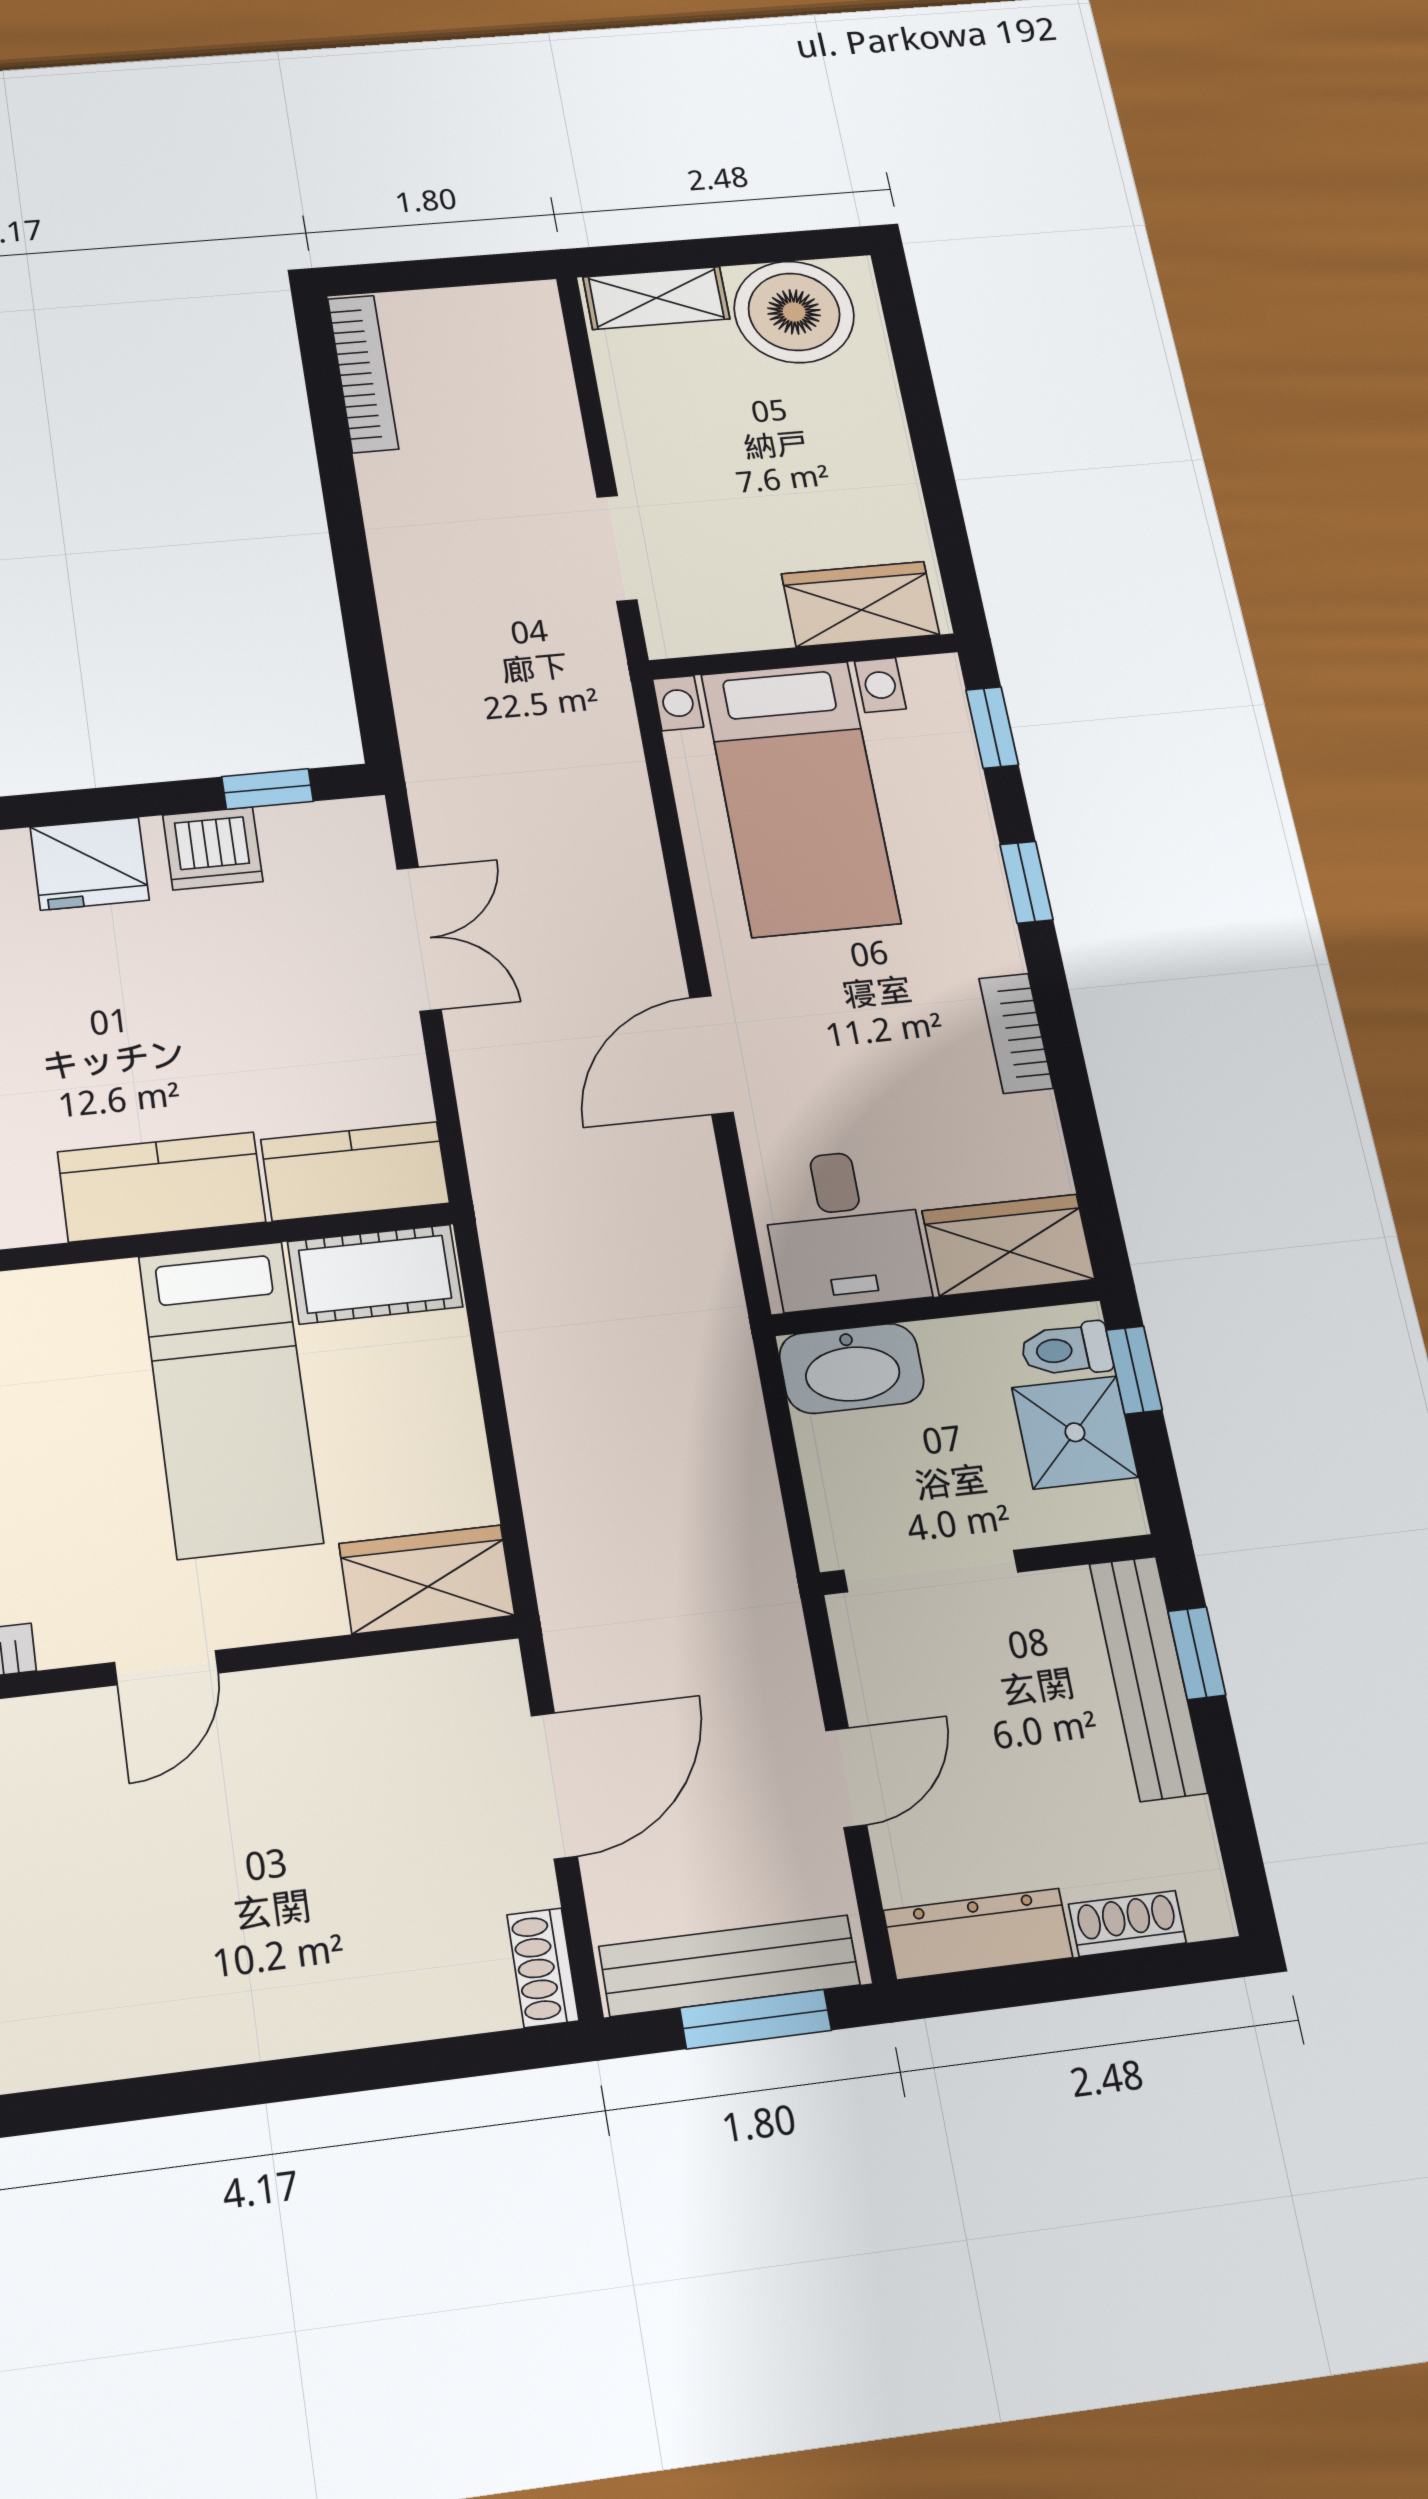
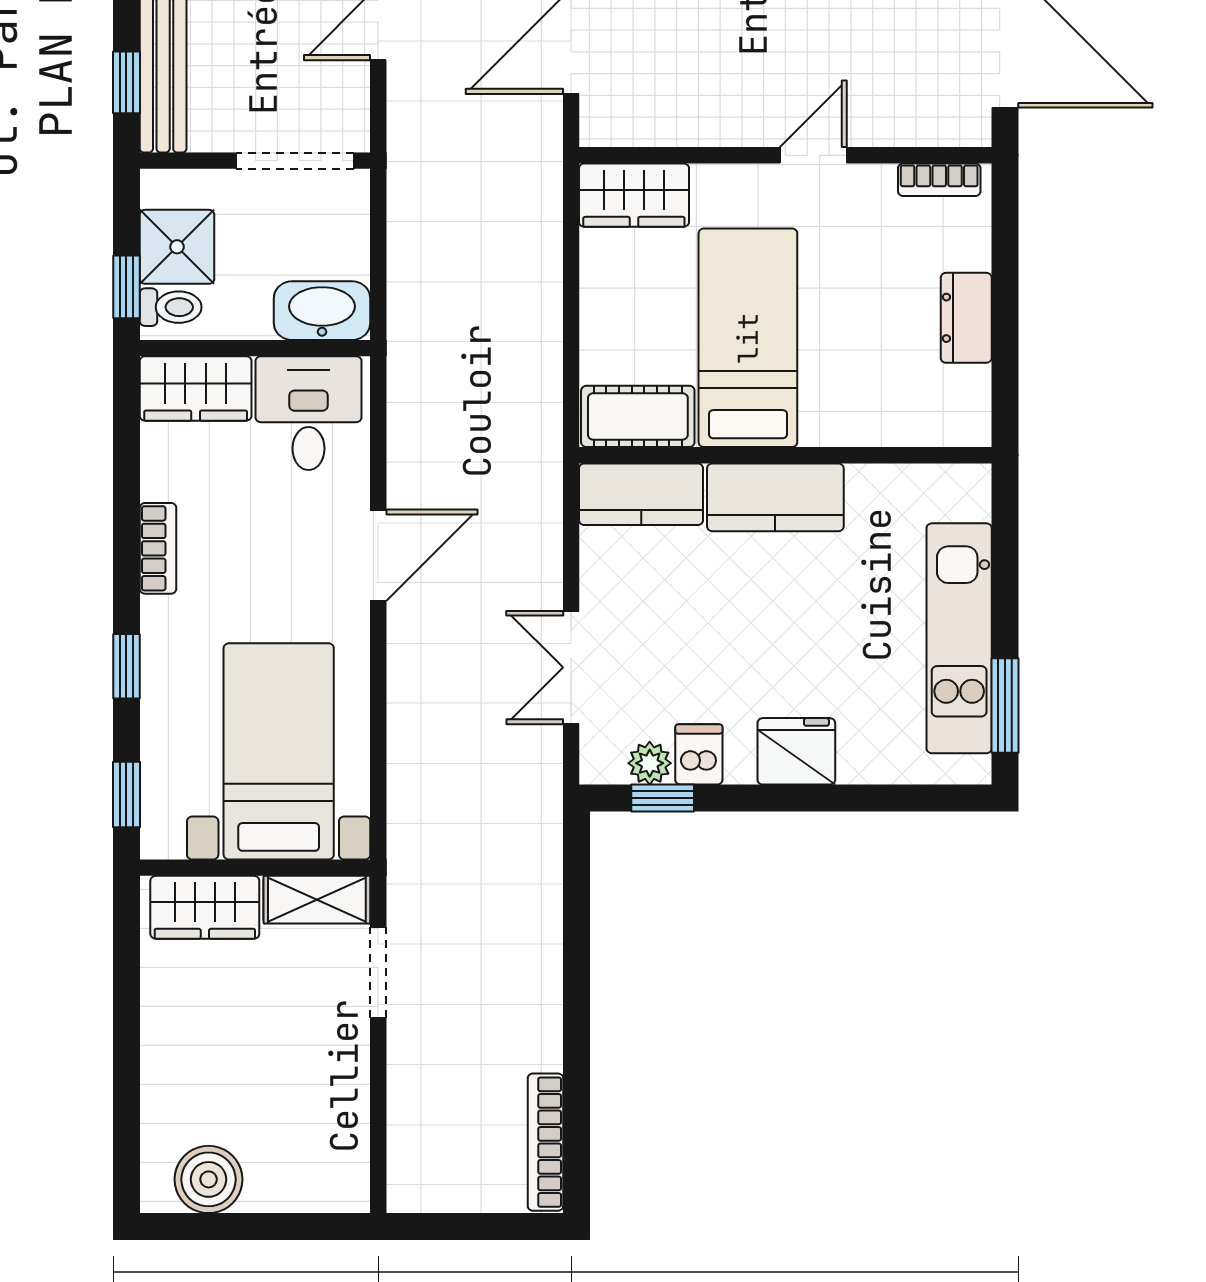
shelving: (656, 298) -> (317, 900), moved
boiler: (794, 312) -> (209, 1179), width x0.73, depth x0.73
plant: (292, 830) -> (650, 763), added
dishwasher: (213, 848) -> (699, 754), width x0.73

